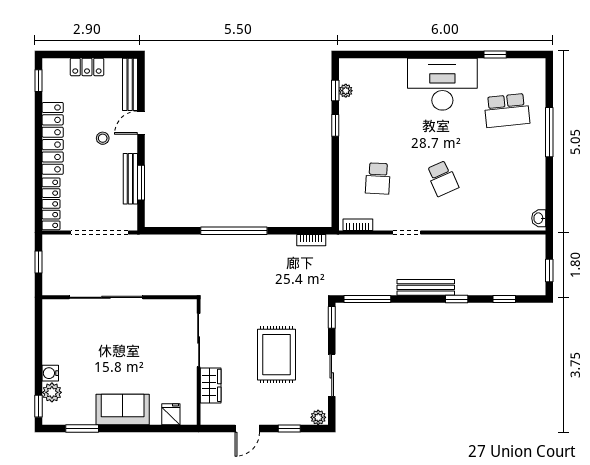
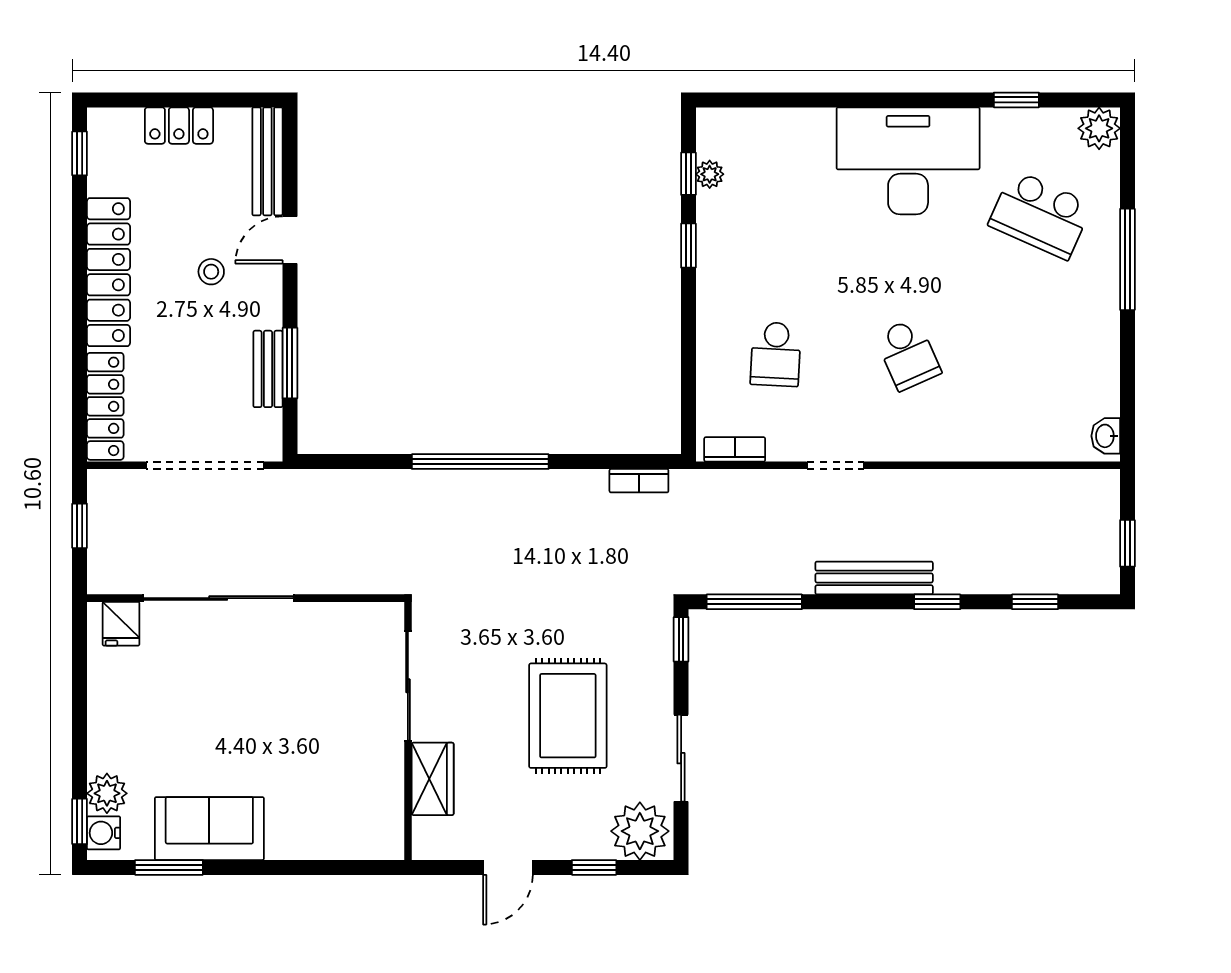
plant: (535, 68) -> (1099, 128), added
school desk: (507, 110) -> (1040, 215), turned 30
bench: (130, 179) -> (268, 369), width x0.73
water cooler: (50, 373) -> (104, 833), moved
sofa: (123, 410) -> (209, 829), moved
fridge: (171, 414) -> (121, 624), moved, turned 180
plant: (318, 417) -> (640, 831), width x1.88, depth x1.88

